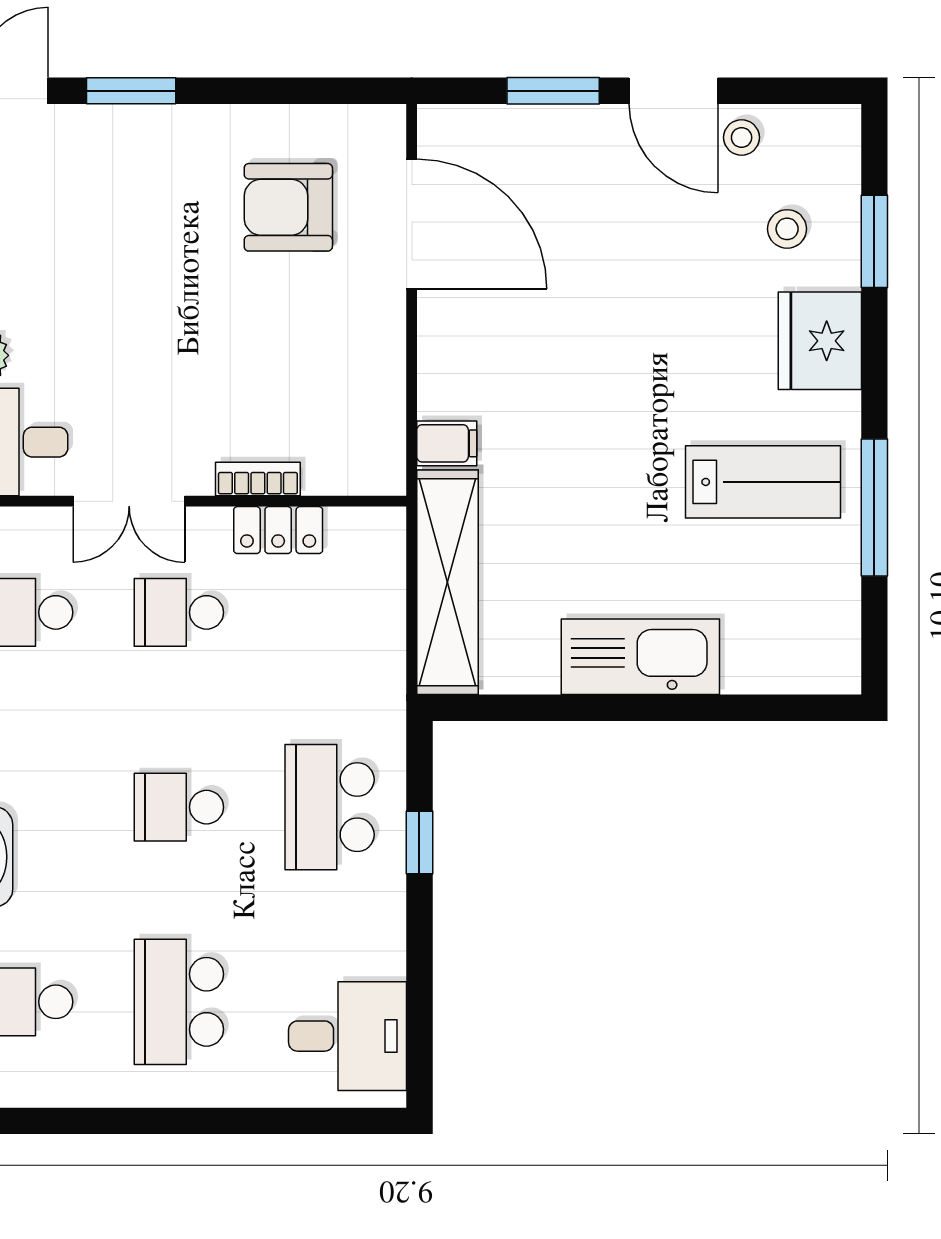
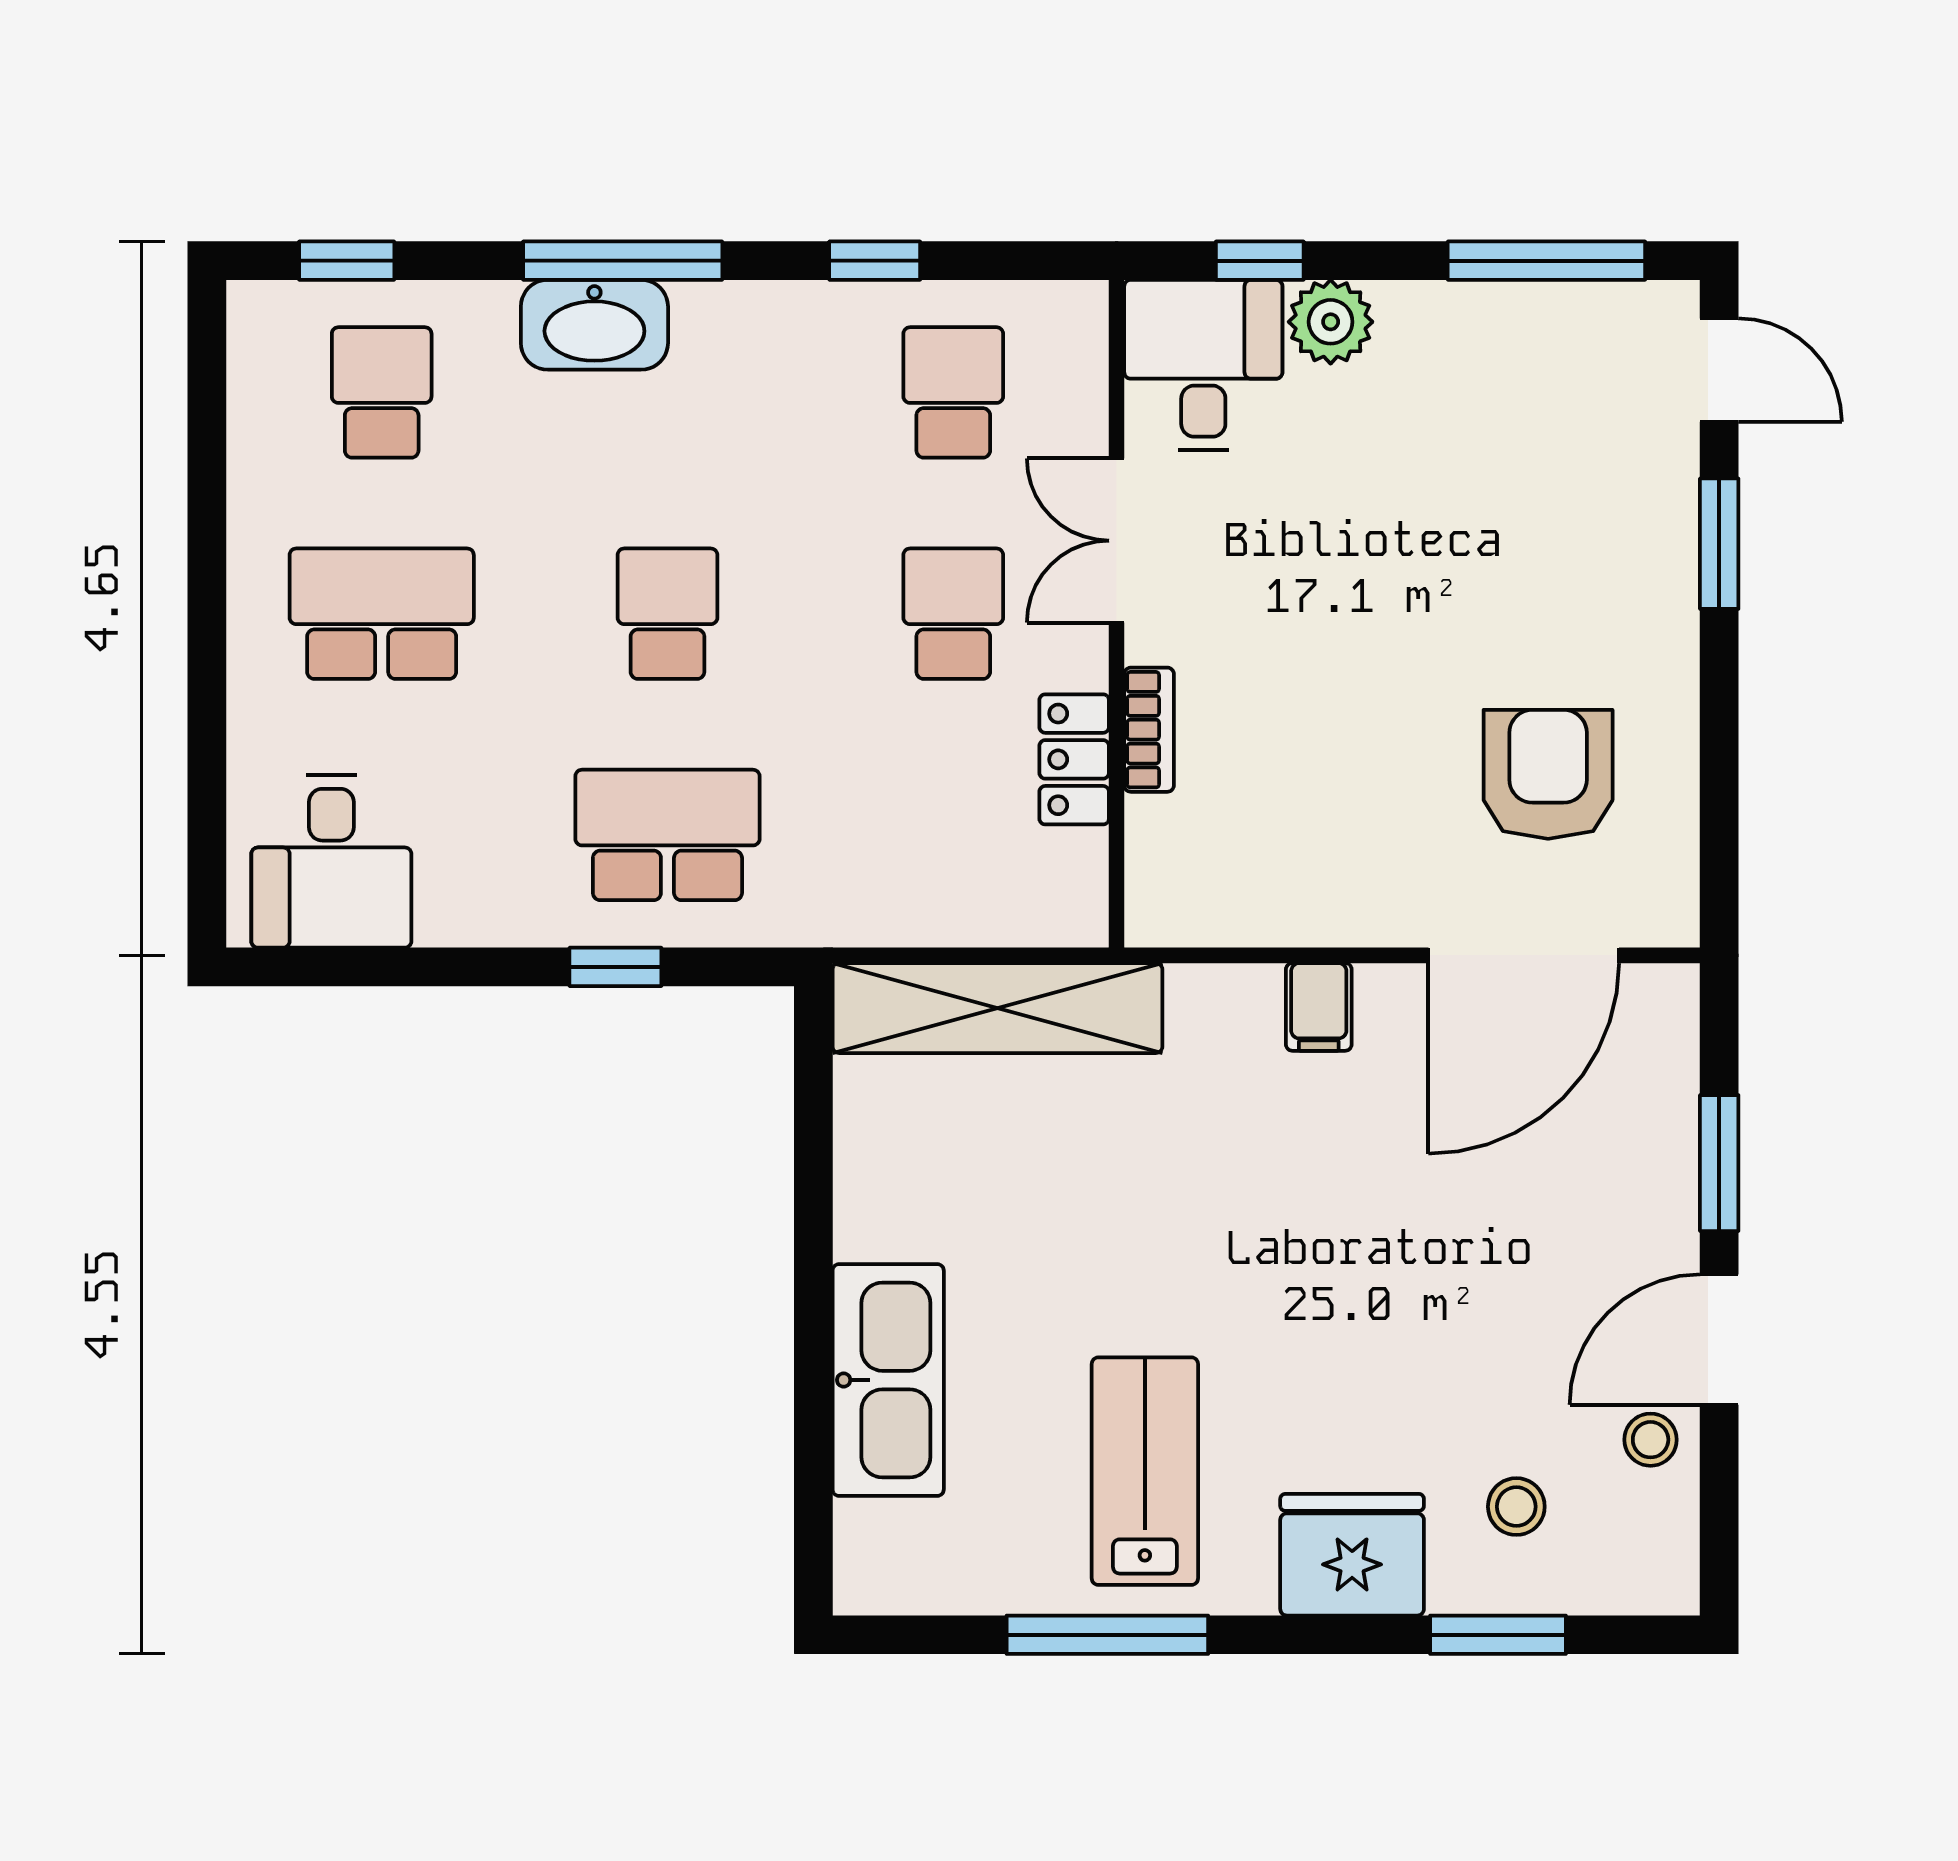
filing cabinet: (447, 443) -> (1319, 1007), moved
lab bench: (763, 482) -> (1145, 1471), turned 180
kitchen sink: (640, 657) -> (888, 1380), moved

